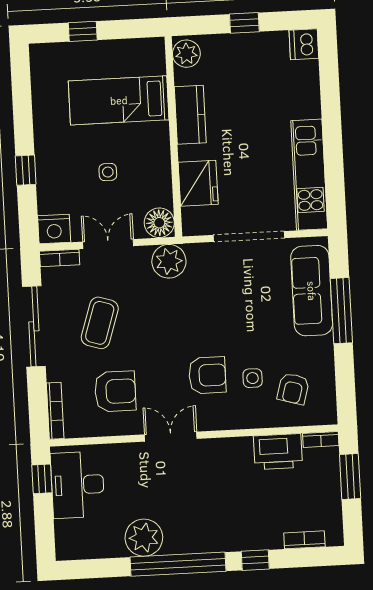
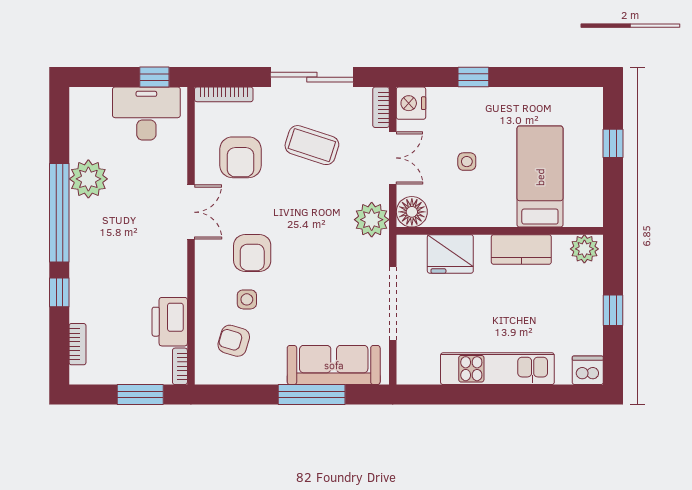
kitchen unit: (309, 175) -> (497, 369), moved

